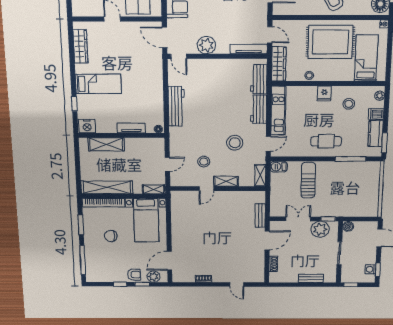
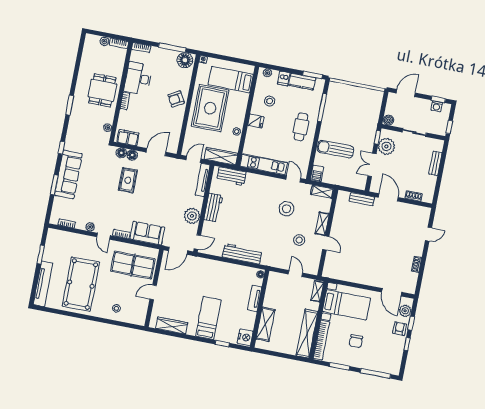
workbench: (259, 109) -> (213, 208), moved, turned -90

